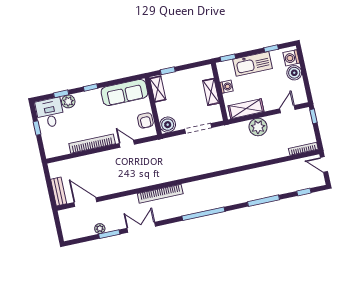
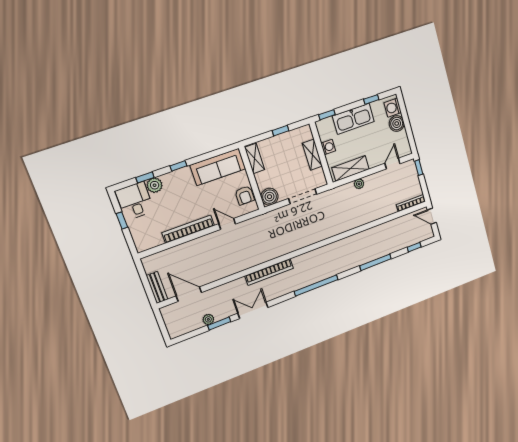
window: (168, 71) -> (281, 131), moved
plant: (258, 127) -> (359, 184), width x0.53, depth x0.53

